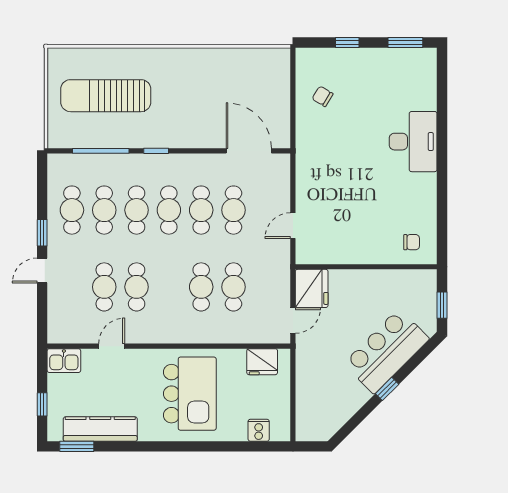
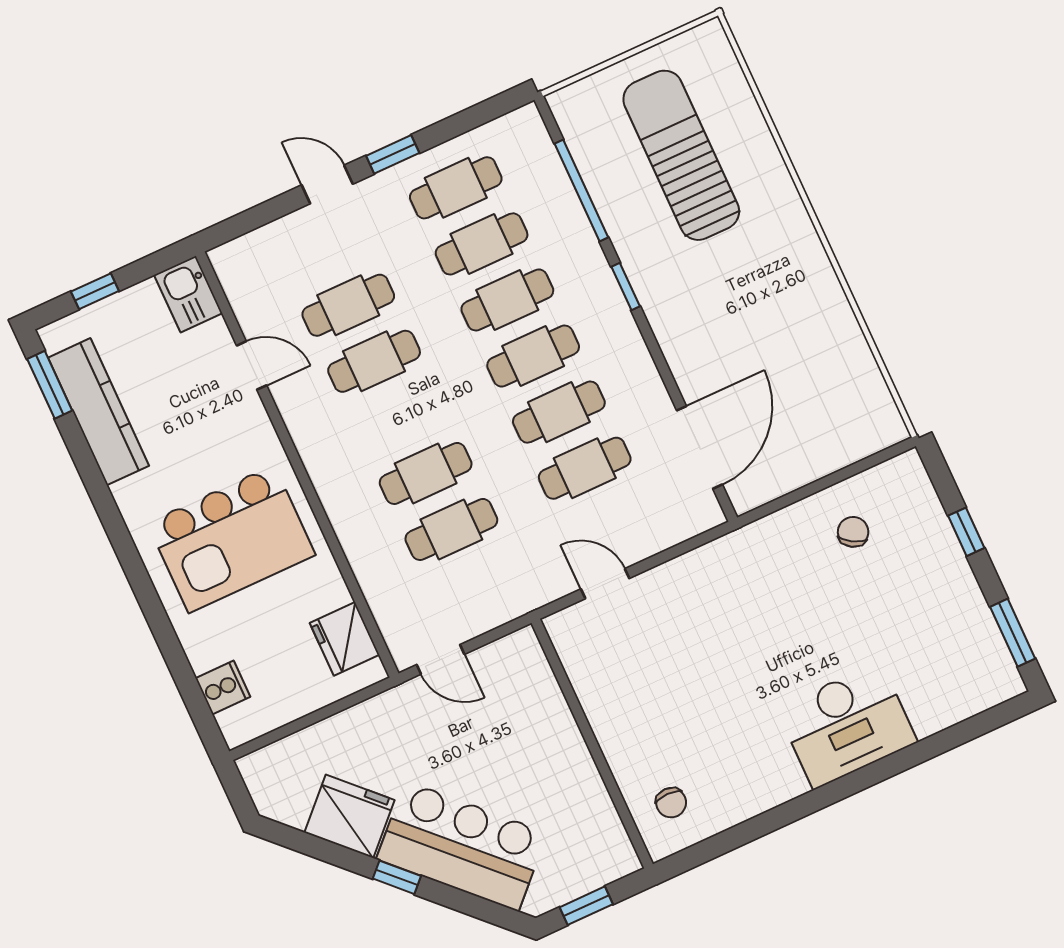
fridge: (312, 288) -> (349, 816), moved, turned -135

